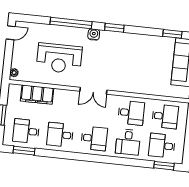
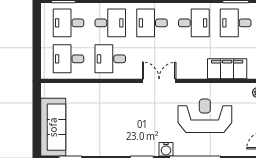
desk: (26, 131) -> (236, 23), turned 180
desk: (128, 142) -> (110, 23), turned 90
desk: (162, 146) -> (68, 23), turned 180

